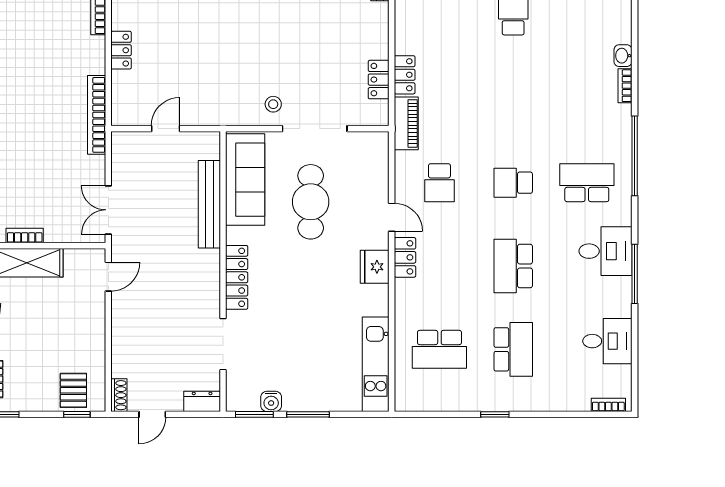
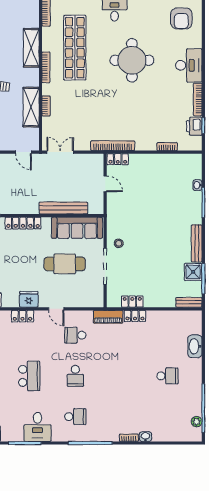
locker: (121, 50) -> (118, 159), moved
school desk: (513, 183) -> (75, 376), turned 180
school desk: (587, 183) -> (75, 417), width x0.54
door: (392, 217) -> (56, 309), hinge flipped
locker: (405, 257) -> (23, 316), moved
school desk: (513, 266) -> (29, 376), turned 90

